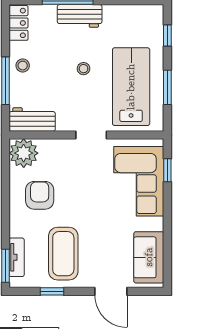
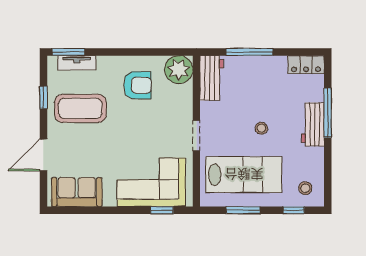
stool: (23, 66) -> (305, 188), moved

